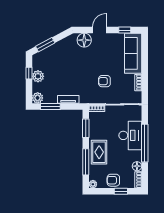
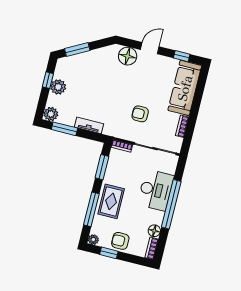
window: (121, 191) -> (109, 253), moved

